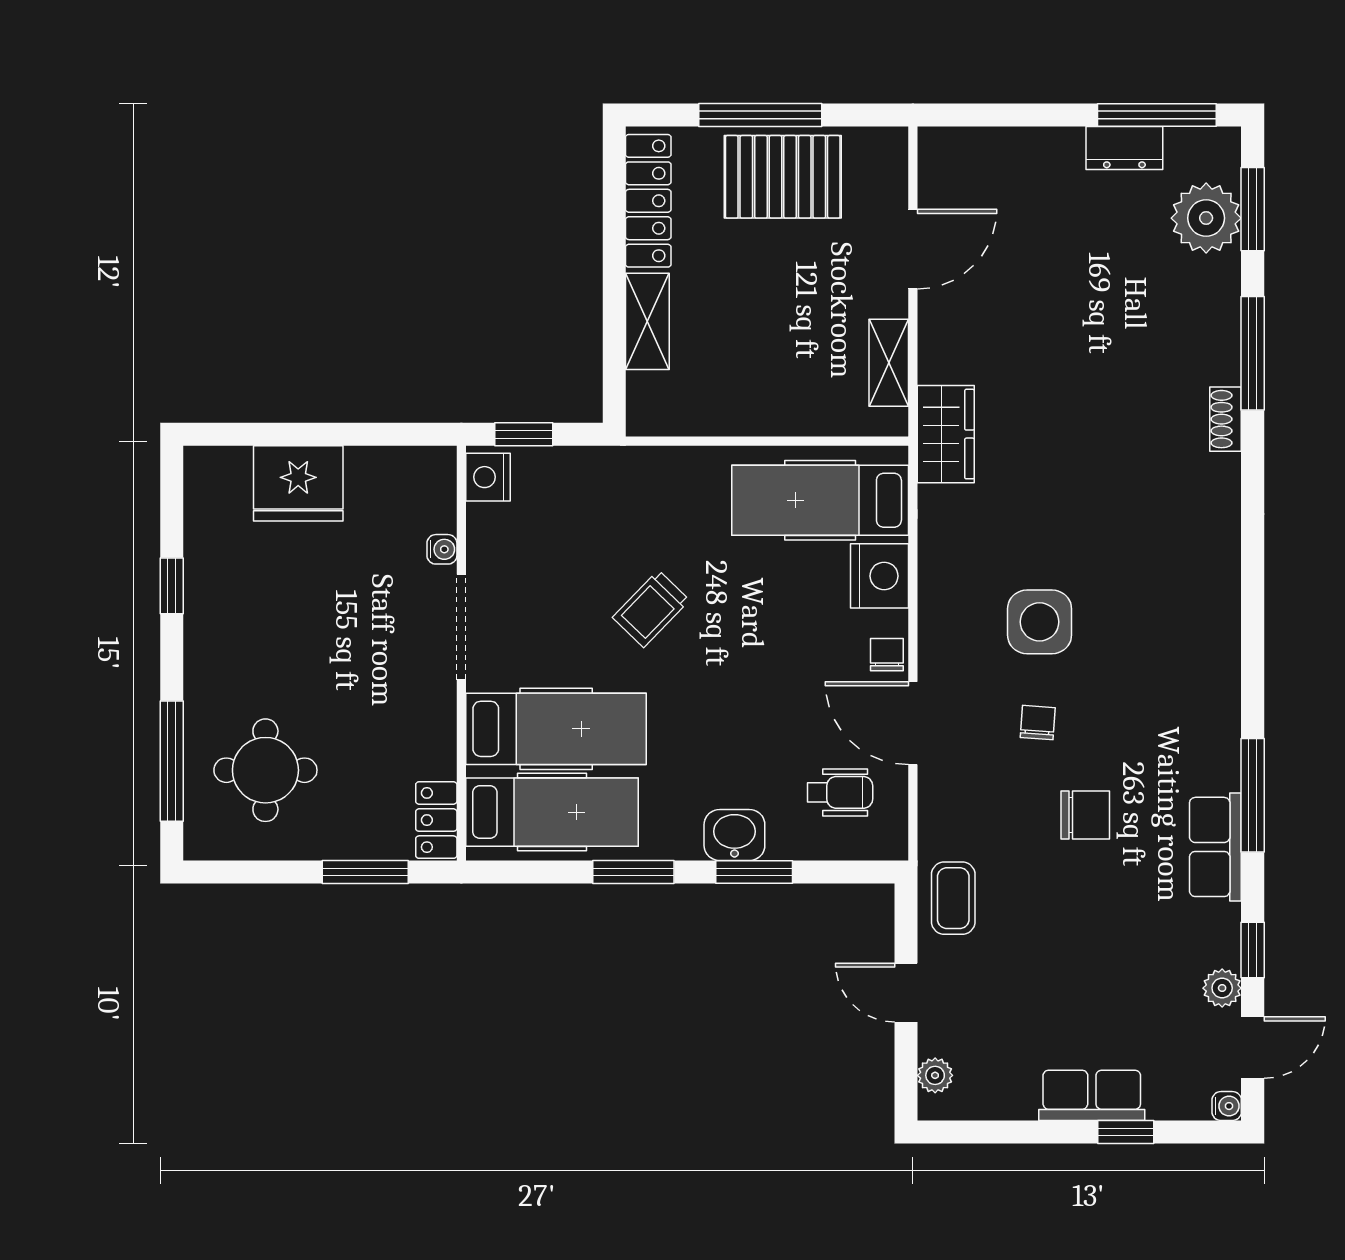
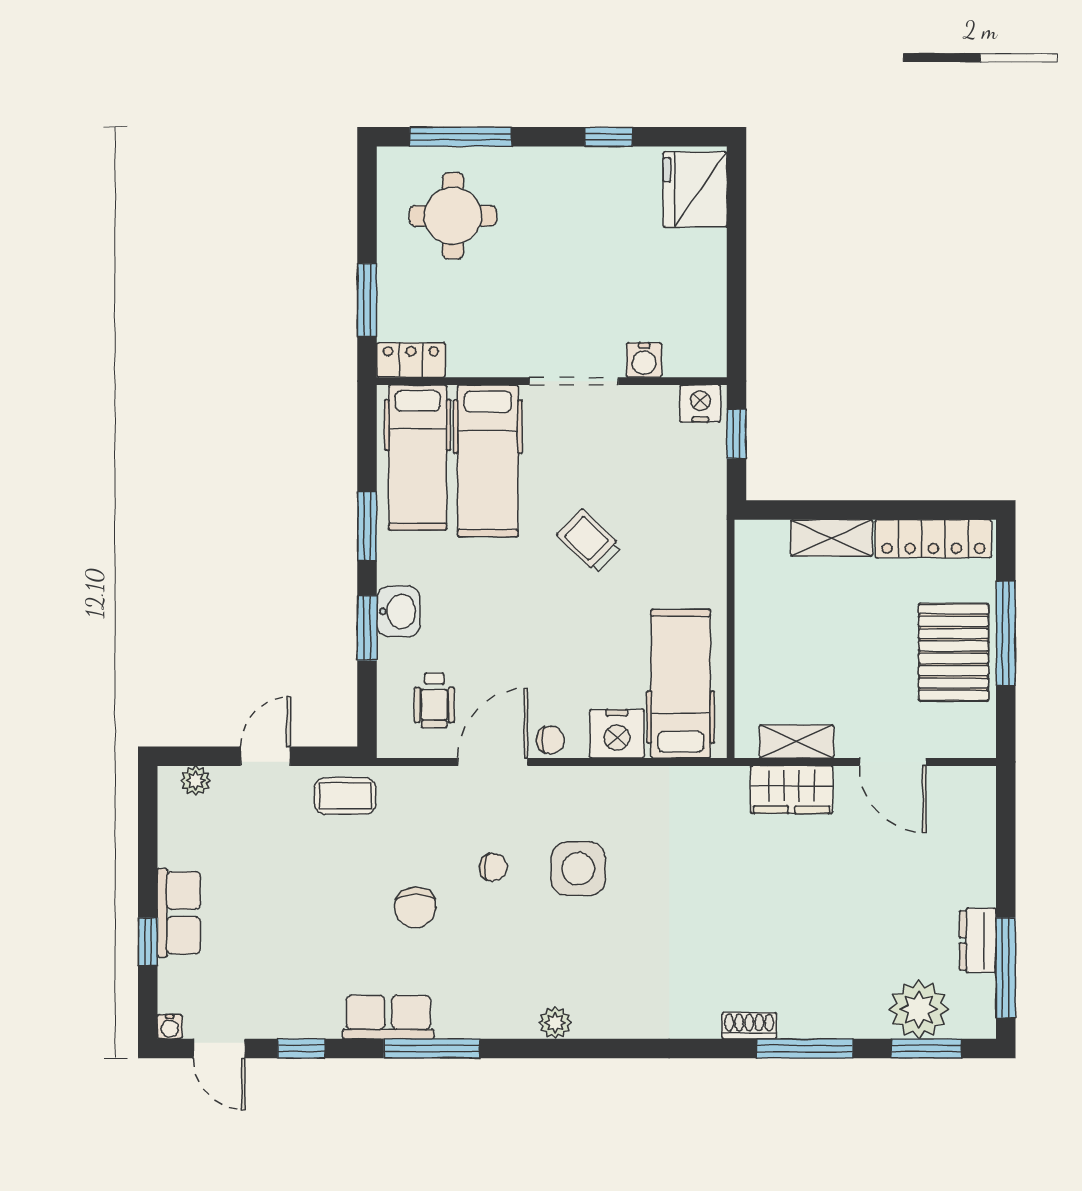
wardrobe: (946, 434) -> (792, 790), moved
fridge: (298, 483) -> (695, 189), moved
water cooler: (442, 549) -> (644, 360), width x1.38, depth x1.38
plant: (1222, 988) -> (555, 1023), moved

